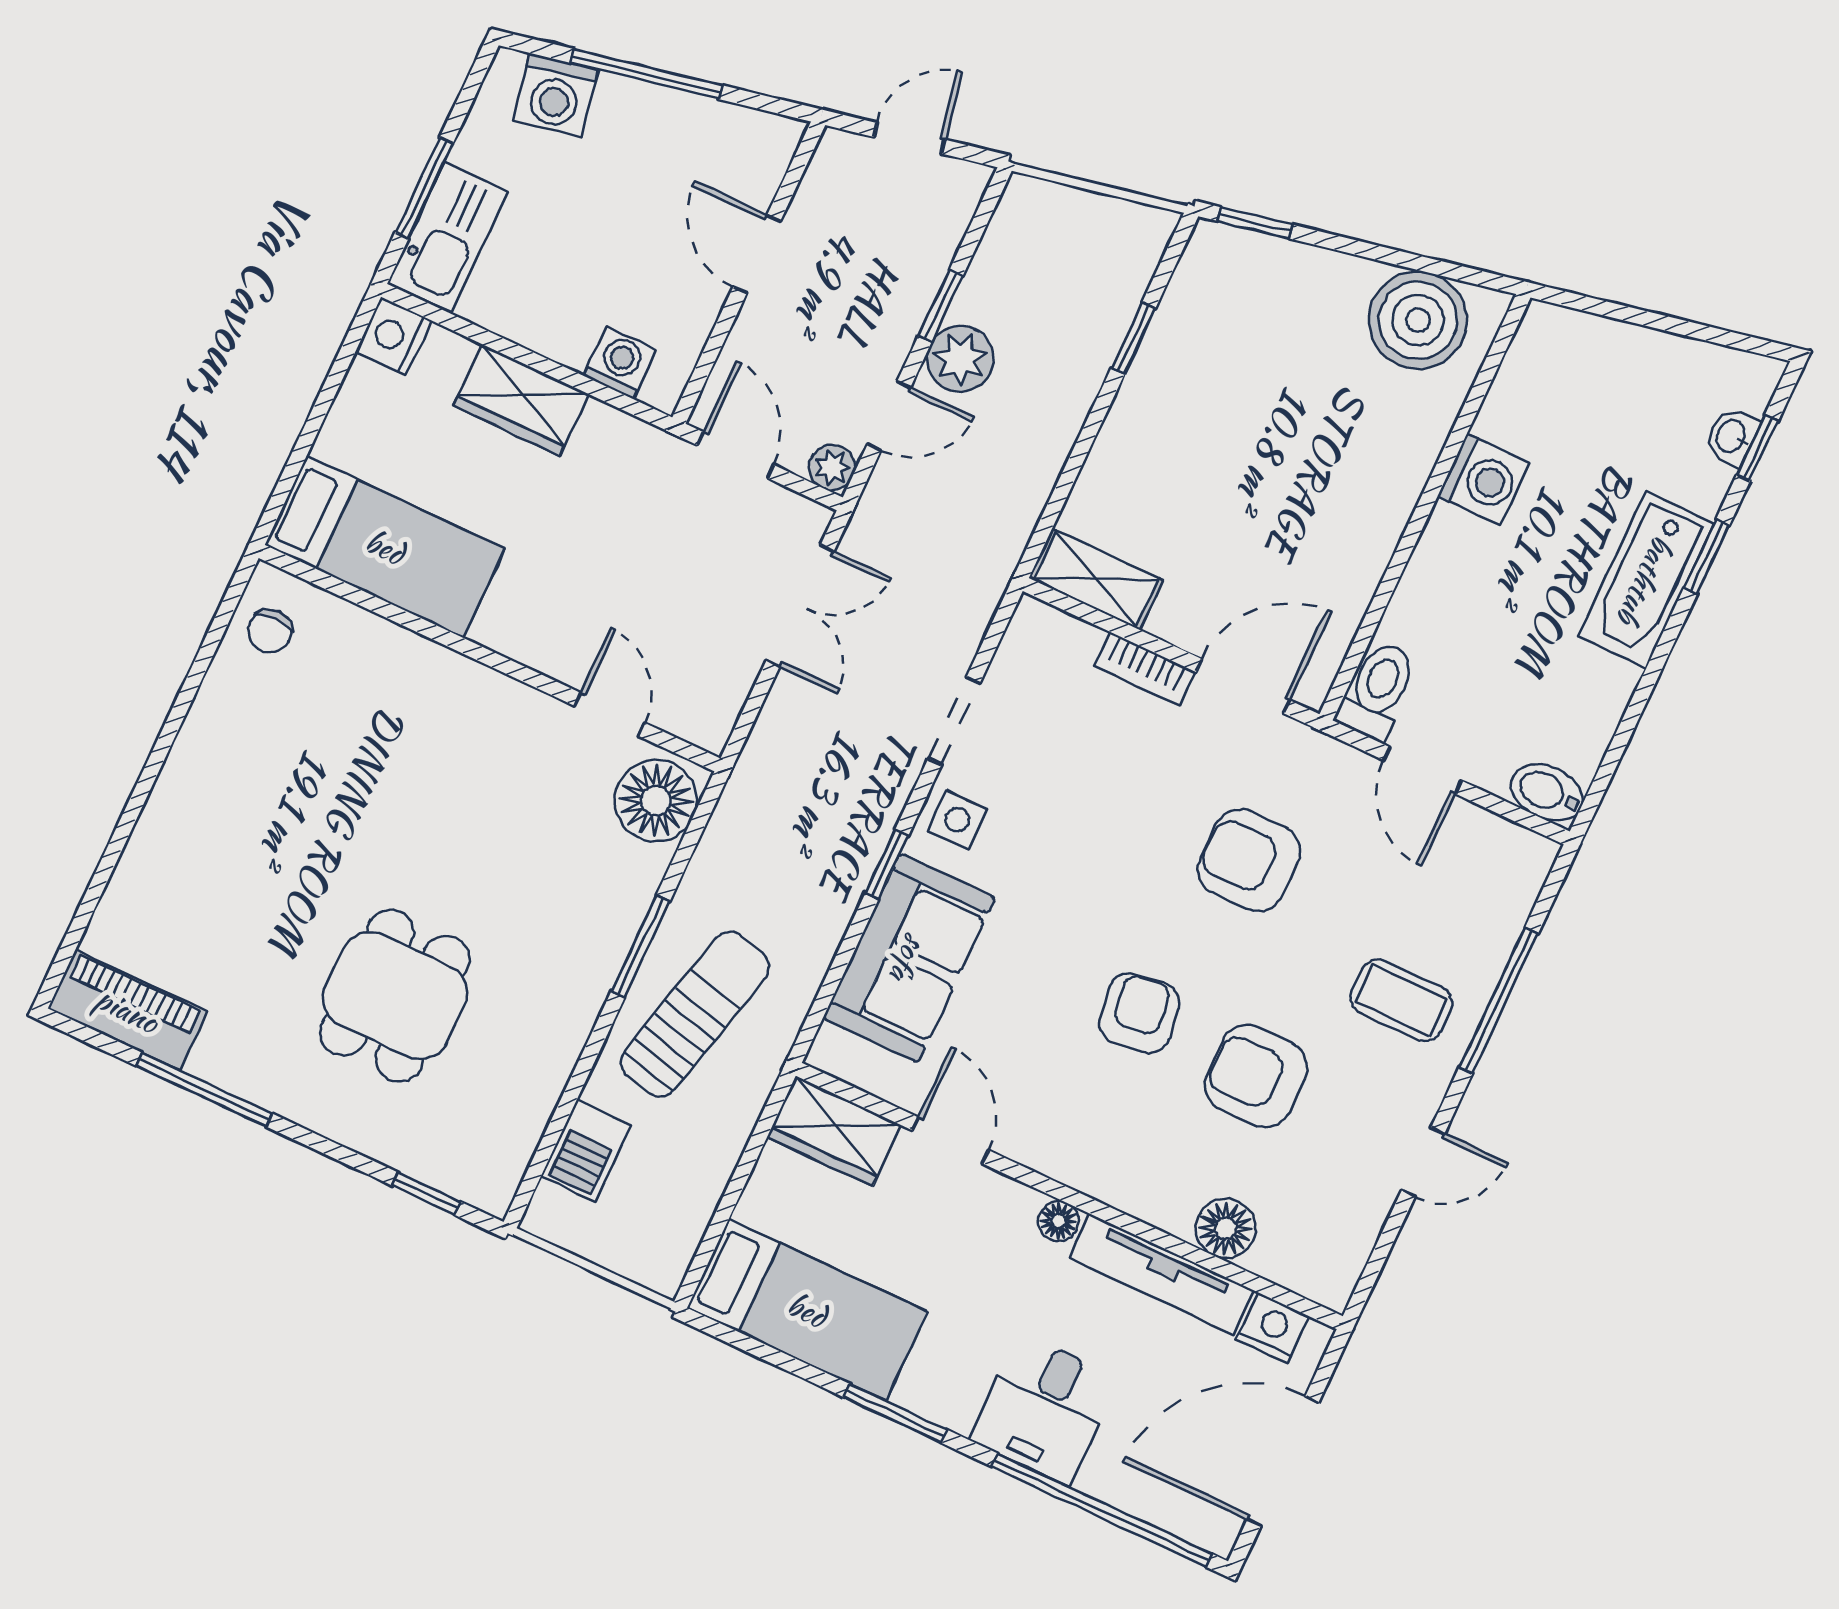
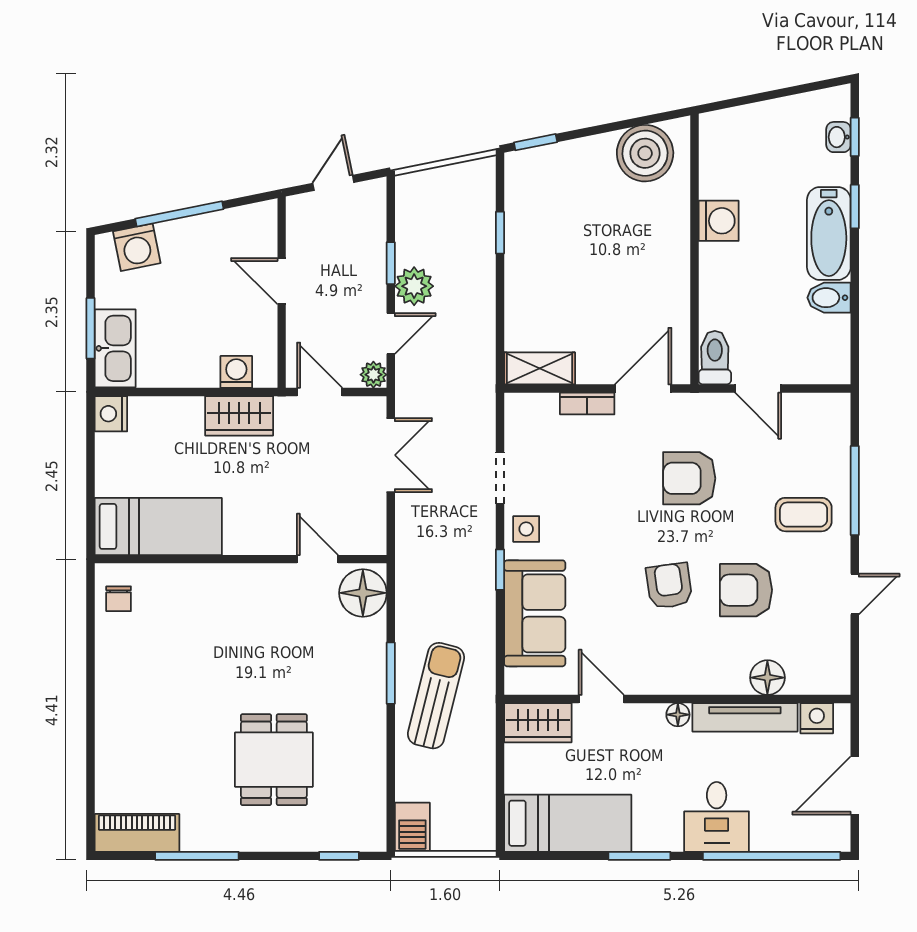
wardrobe: (521, 400) -> (239, 416), moved
bidet: (1547, 792) -> (829, 298), moved
barbecue: (586, 1151) -> (412, 827), moved
door: (1283, 1461) -> (855, 786), width x0.73

